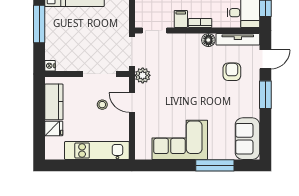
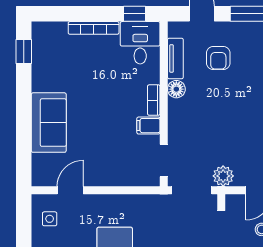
tv unit: (238, 39) -> (175, 58), width x0.71
armchair: (232, 72) -> (218, 58), turned -90

